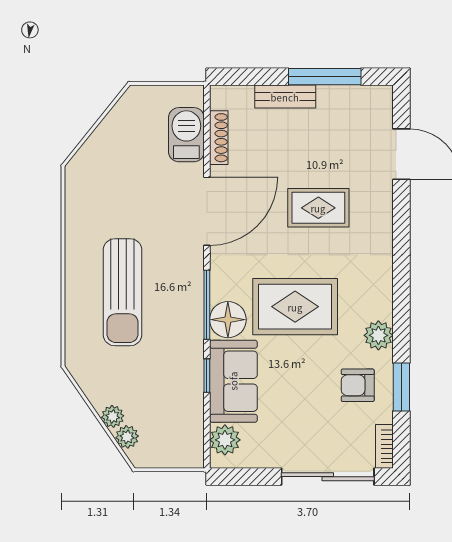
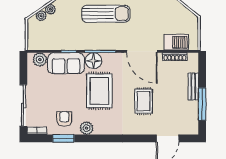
sun lounger: (122, 292) -> (106, 14), turned 180

